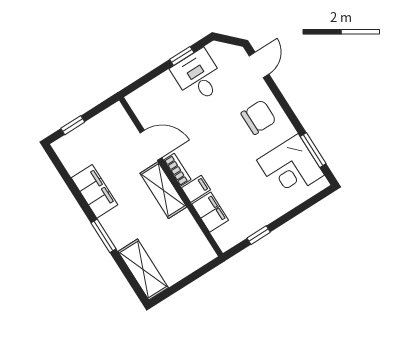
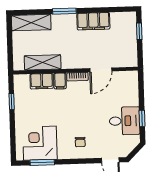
chair: (259, 117) -> (80, 142), width x0.54, depth x0.54
shelving: (163, 190) -> (43, 62), moved

